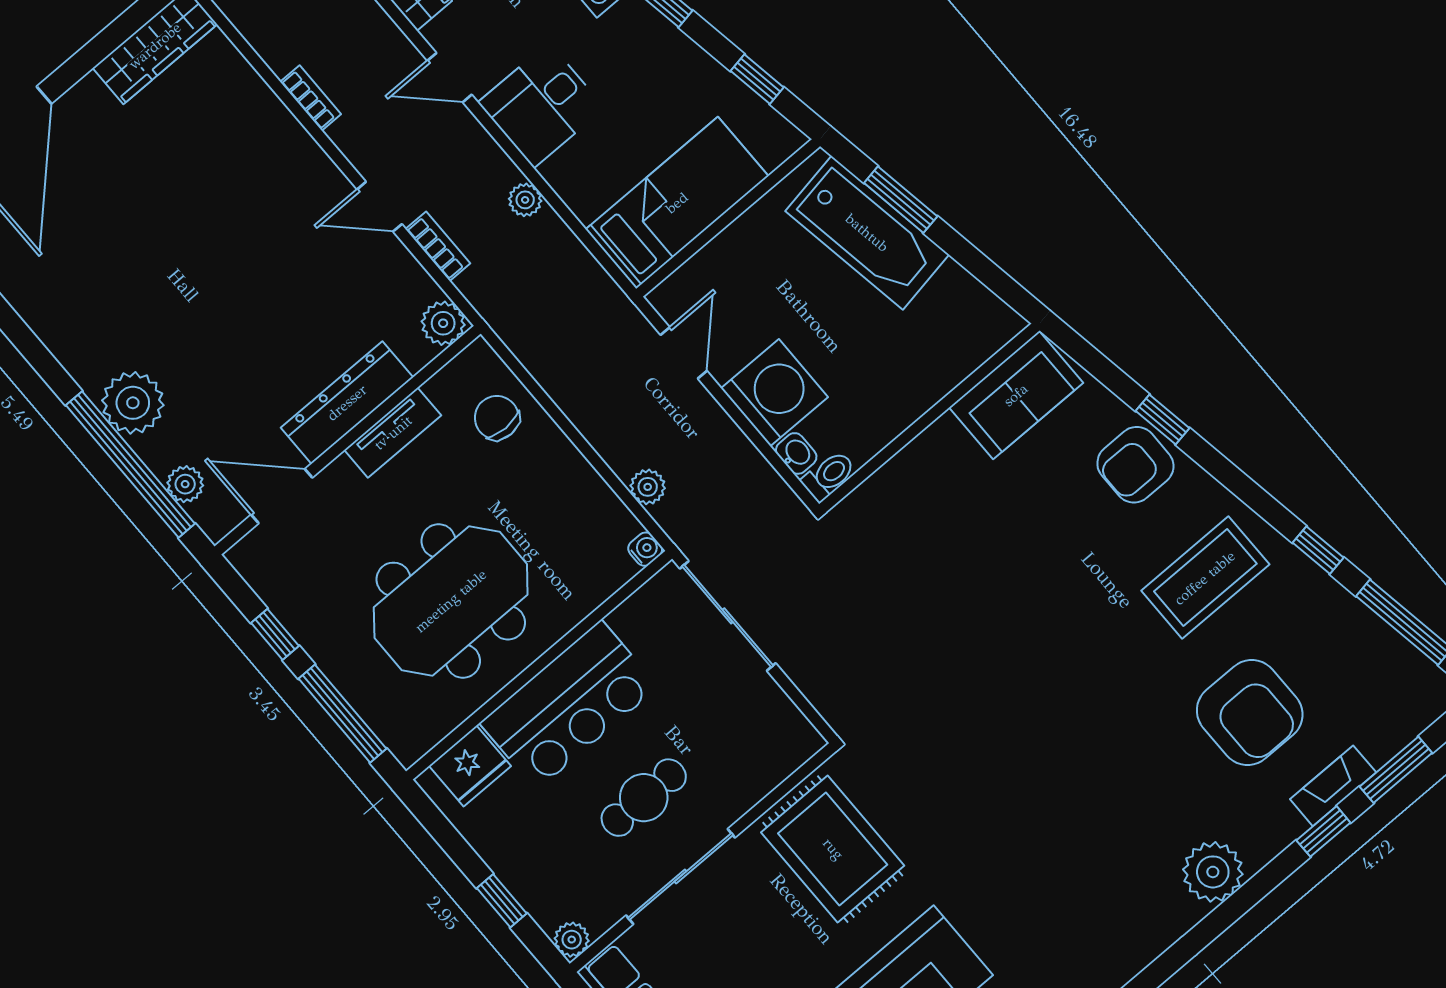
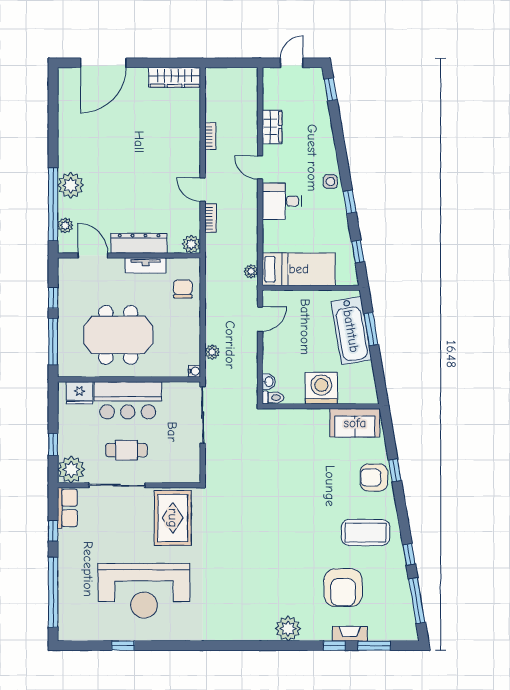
plant: (525, 200) -> (251, 271), moved
washing machine: (774, 393) -> (321, 388), moved, turned -90
plant: (572, 940) -> (71, 470), width x1.88, depth x1.88

